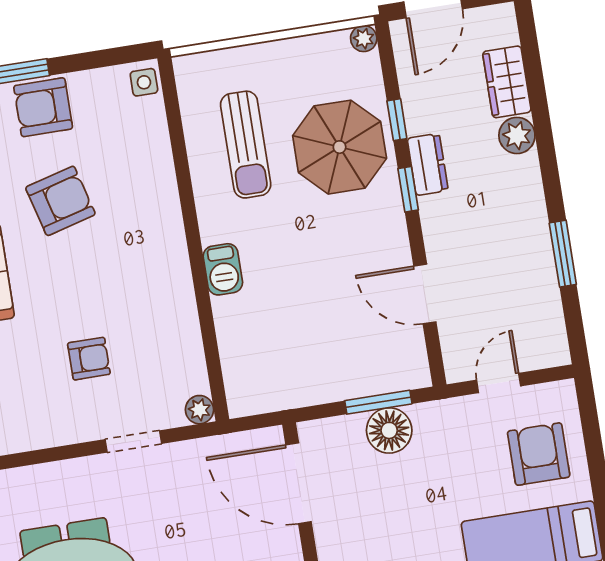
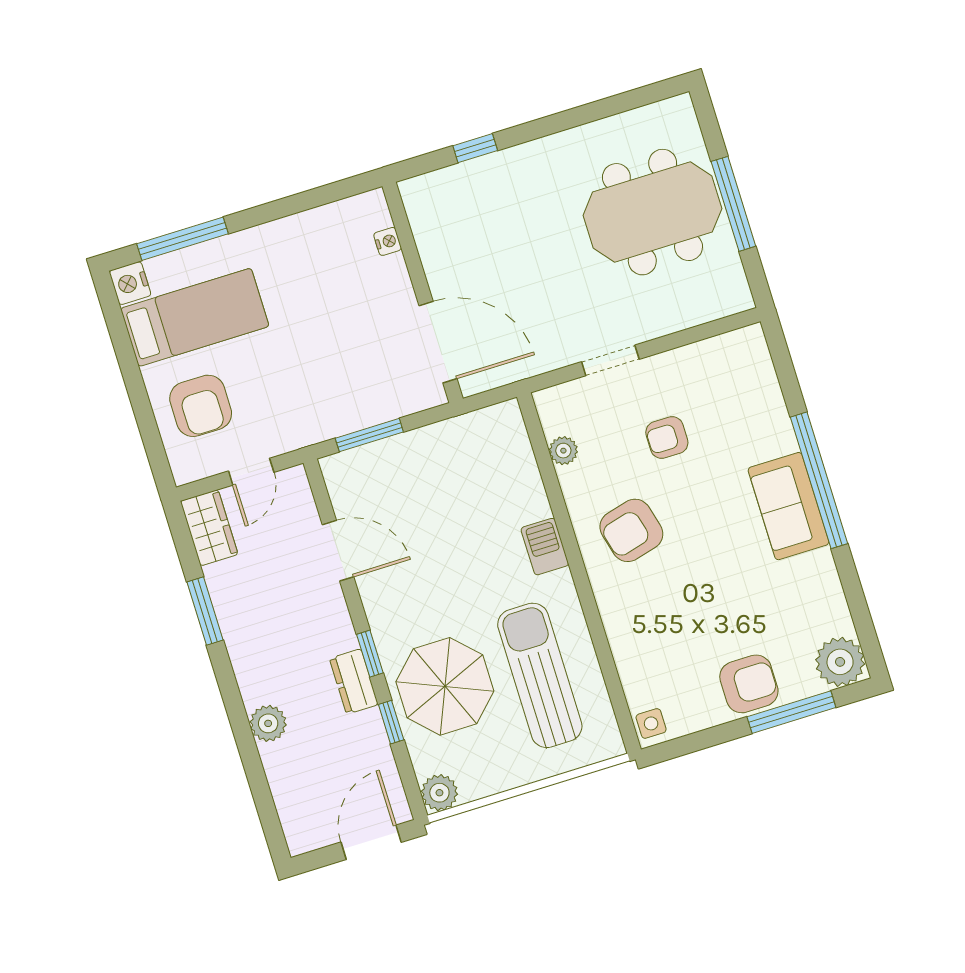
plant: (364, 39) -> (439, 793), width x1.38, depth x1.38
wardrobe: (507, 82) -> (209, 528), moved
sun lounger: (246, 145) -> (540, 675), width x1.36, depth x1.34
armchair: (60, 201) -> (631, 530), moved
plant: (199, 410) -> (563, 451), moved
floor lamp: (389, 430) -> (354, 408), removed

